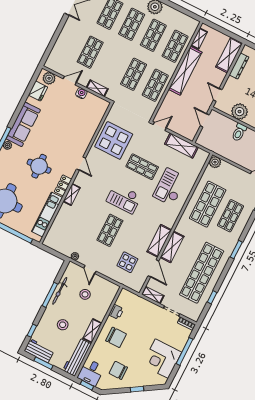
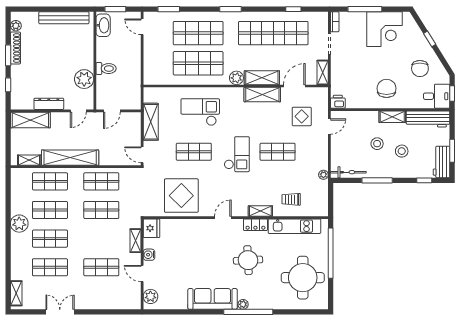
dresser: (239, 66) -> (49, 104), moved
fridge: (38, 91) -> (151, 228), moved, turned 90
plant: (215, 162) -> (236, 78), moved
shop shelf: (142, 167) -> (194, 152), turned 90
checkout: (170, 187) -> (200, 112), turned 180
shop shelf: (231, 216) -> (198, 33), width x1.43, depth x1.36
trolley: (69, 222) -> (291, 199), added
door: (90, 270) -> (329, 127), moved
bicycle: (60, 291) -> (348, 172), moved
stool: (85, 294) -> (377, 144), moved
printer: (116, 312) -> (338, 102), moved

